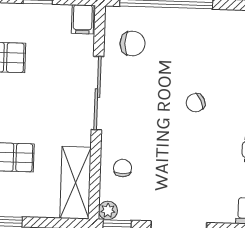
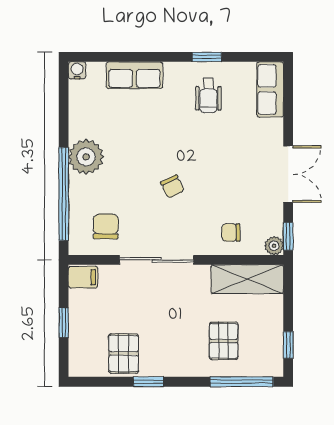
plant: (202, 26) -> (86, 157), added
chair: (196, 103) -> (172, 187), moved

